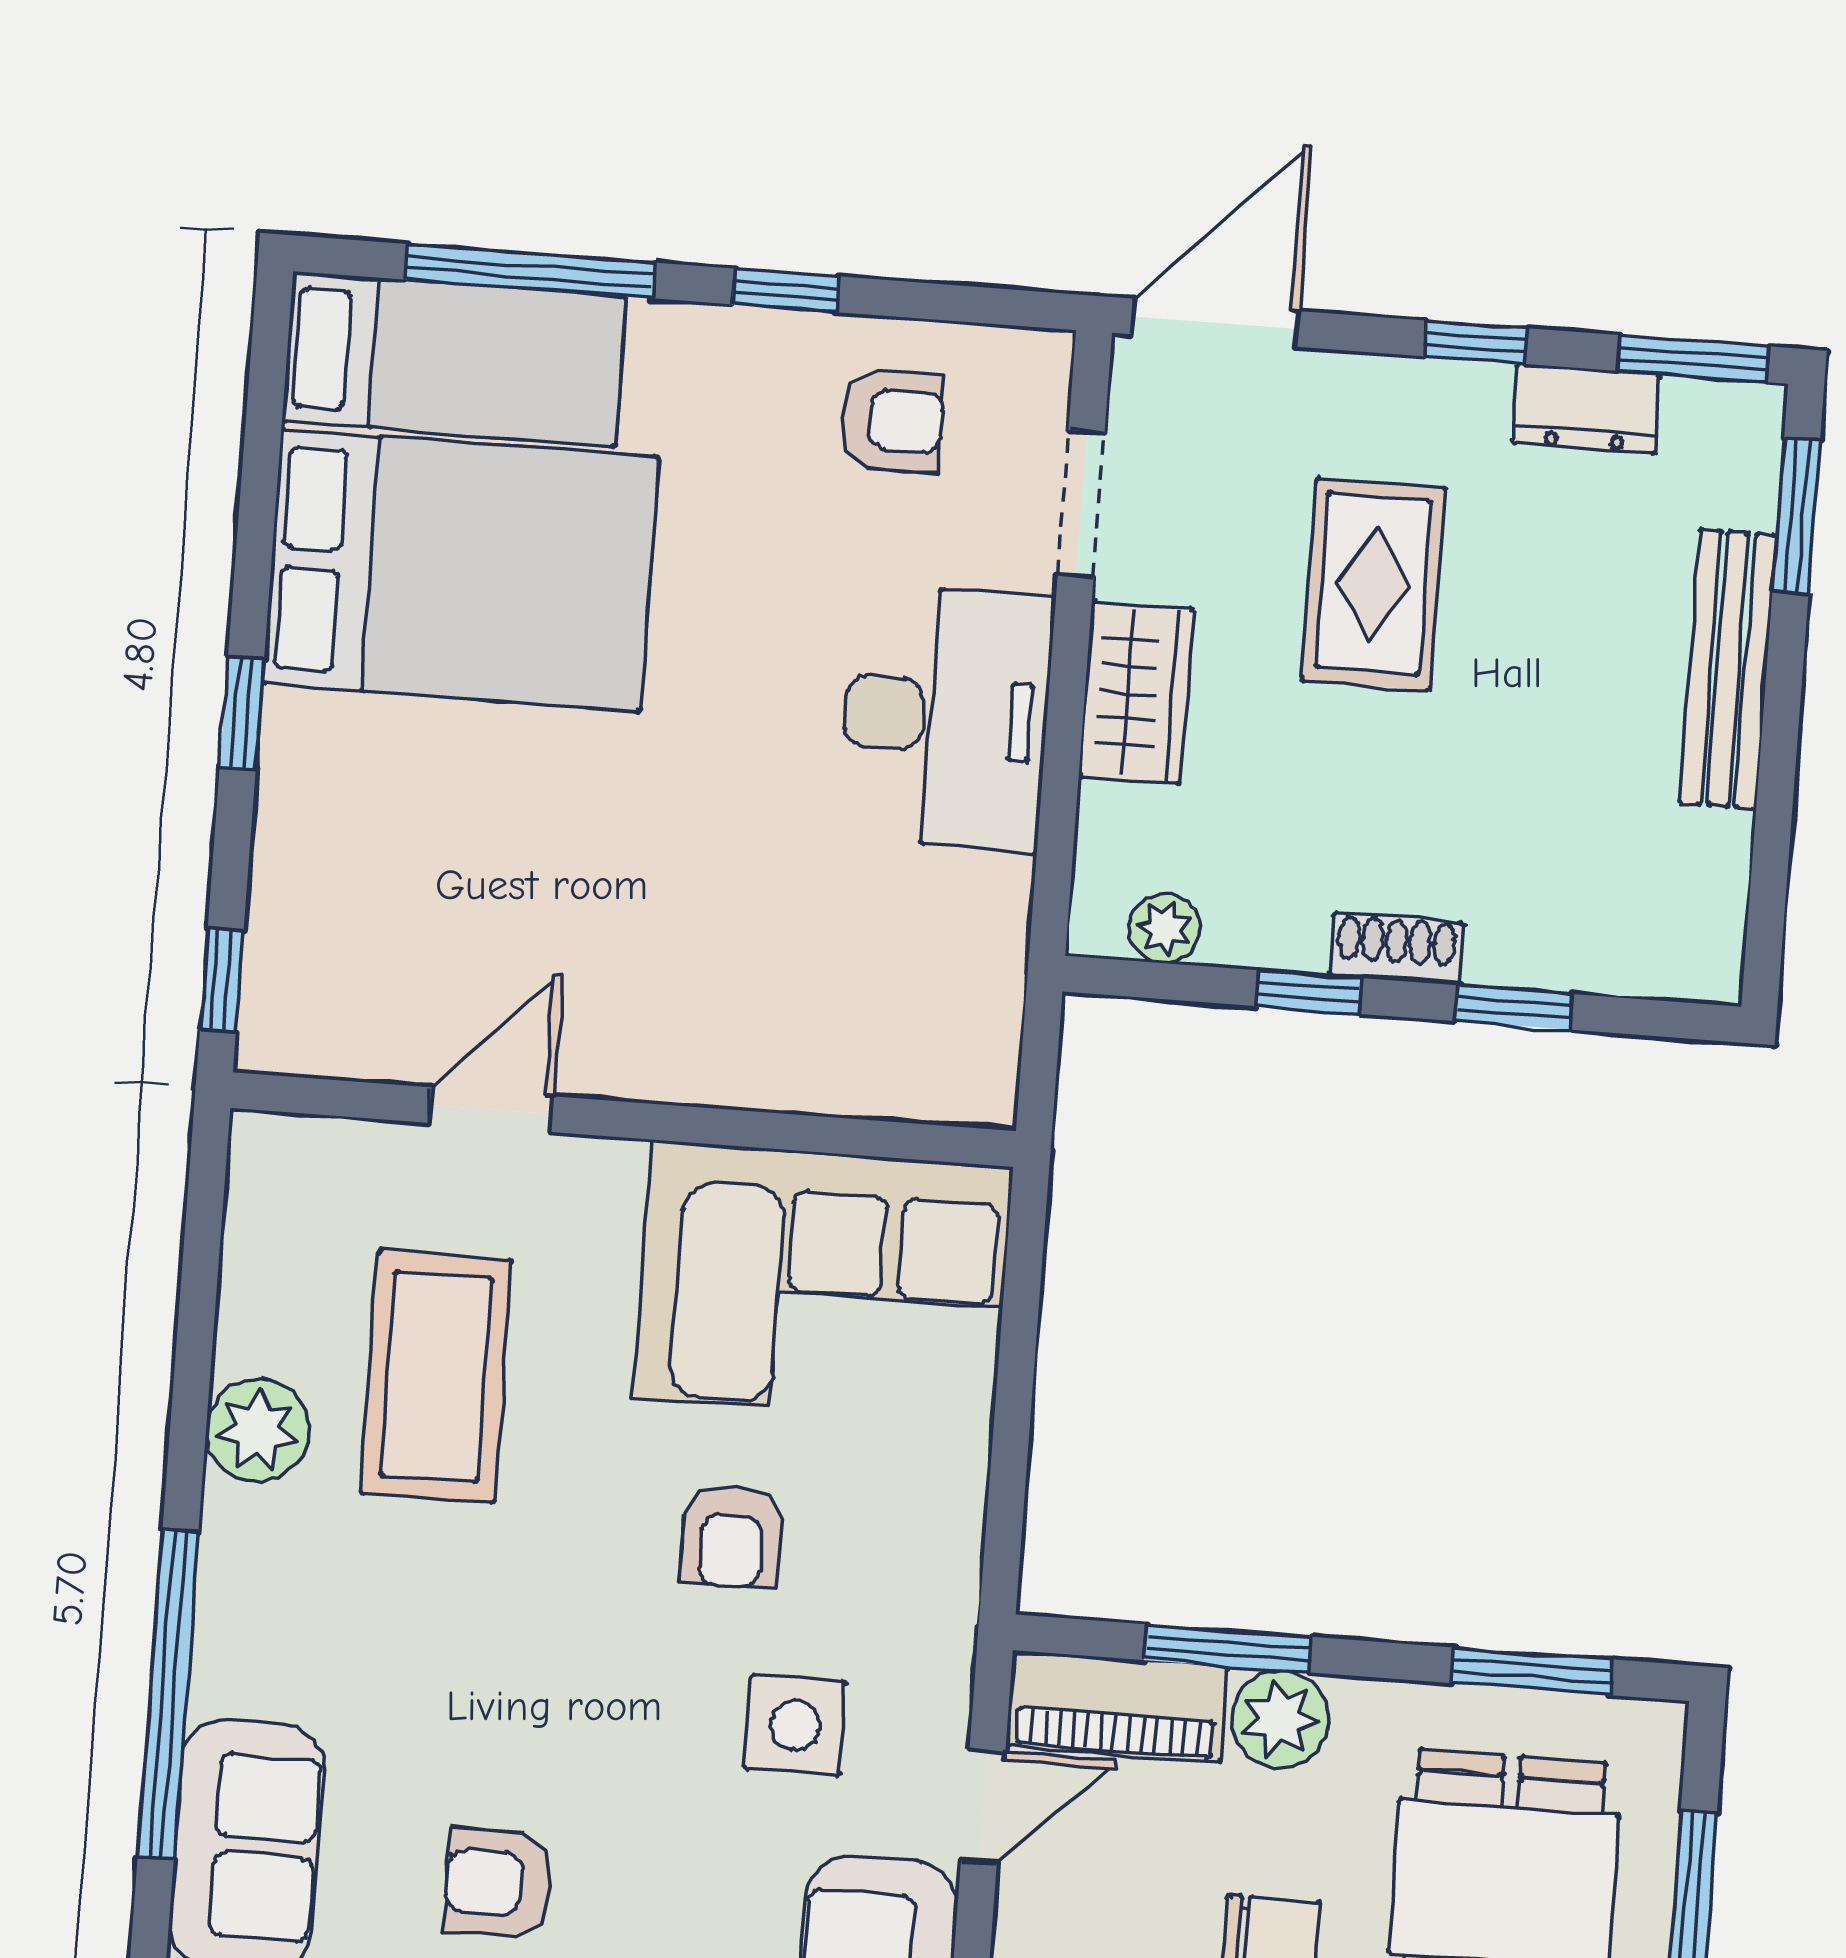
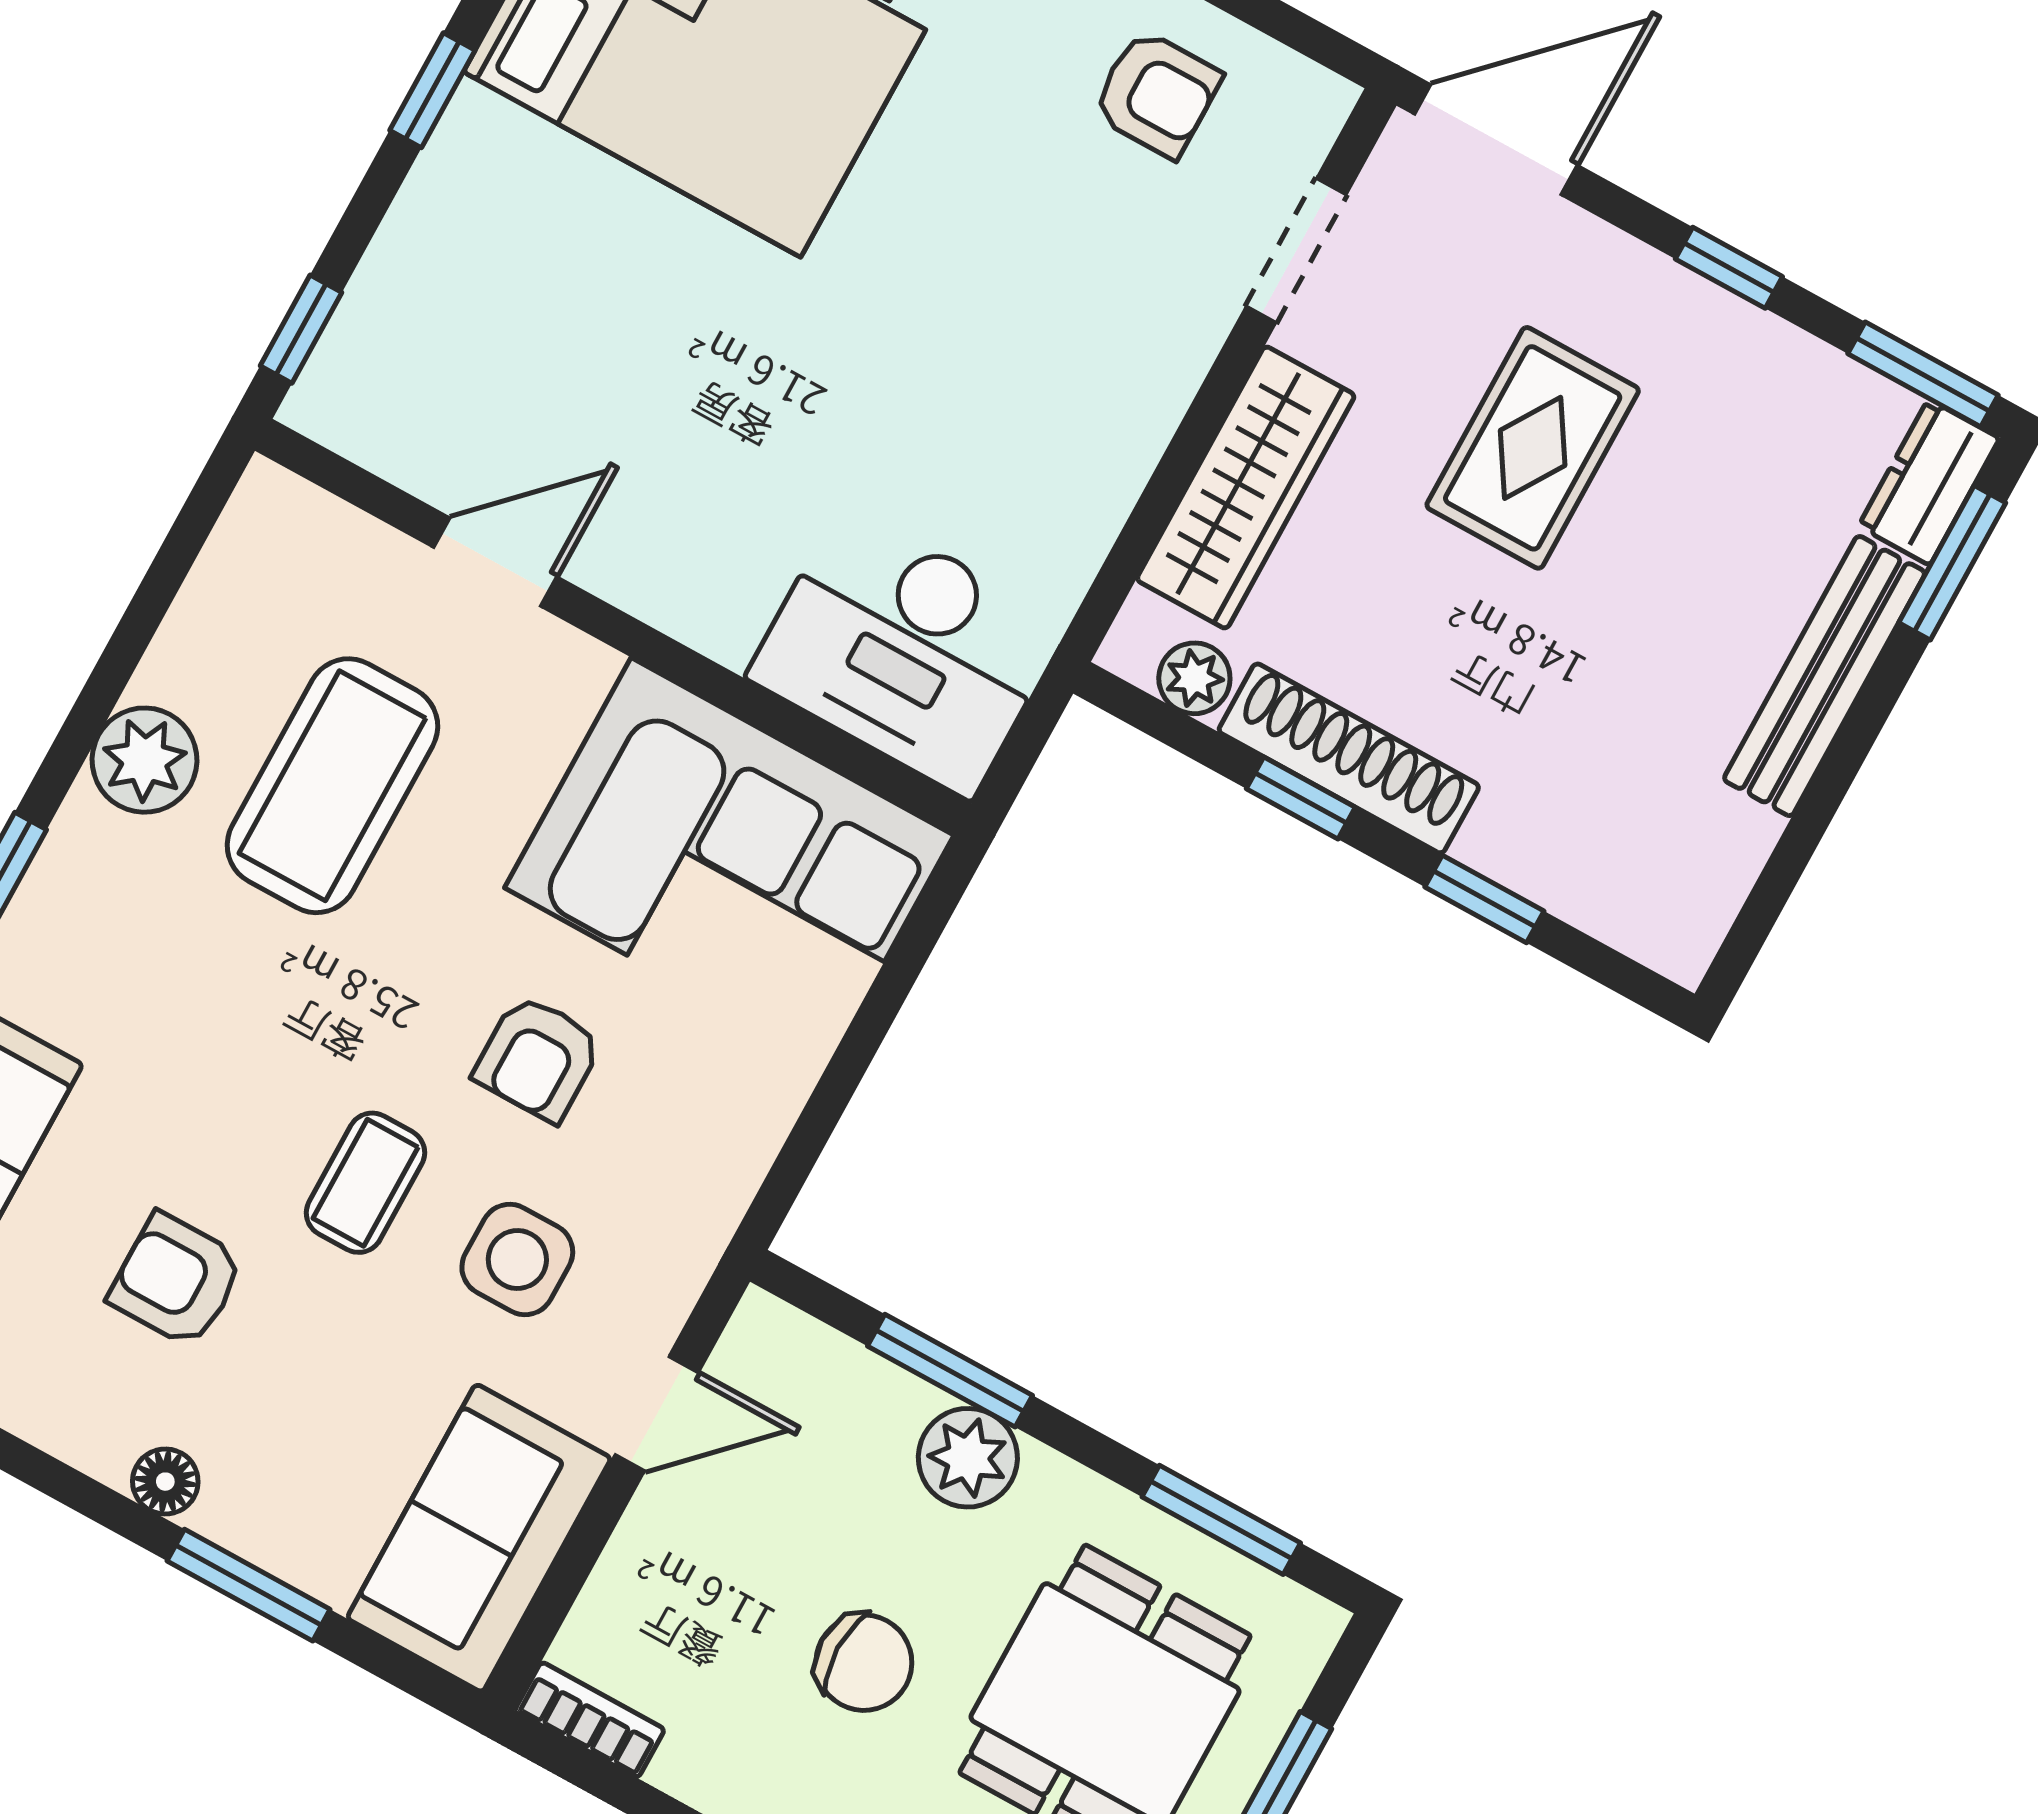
dresser: (1586, 409) -> (1929, 482), moved, turned 90
wardrobe: (1136, 693) -> (1246, 487), width x1.50
desk: (946, 717) -> (907, 651), moved, turned 90
shoe rack: (1396, 949) -> (1349, 758), width x1.94, depth x1.24
piano: (1117, 1706) -> (822, 1377), removed
coffee table: (628, 1719) -> (365, 1183), added

